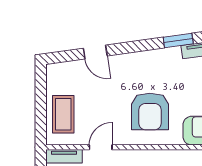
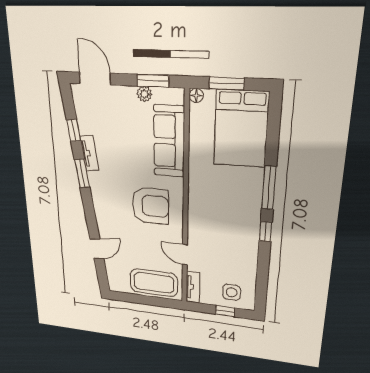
coffee table: (63, 114) -> (154, 283), width x1.36, depth x1.32

